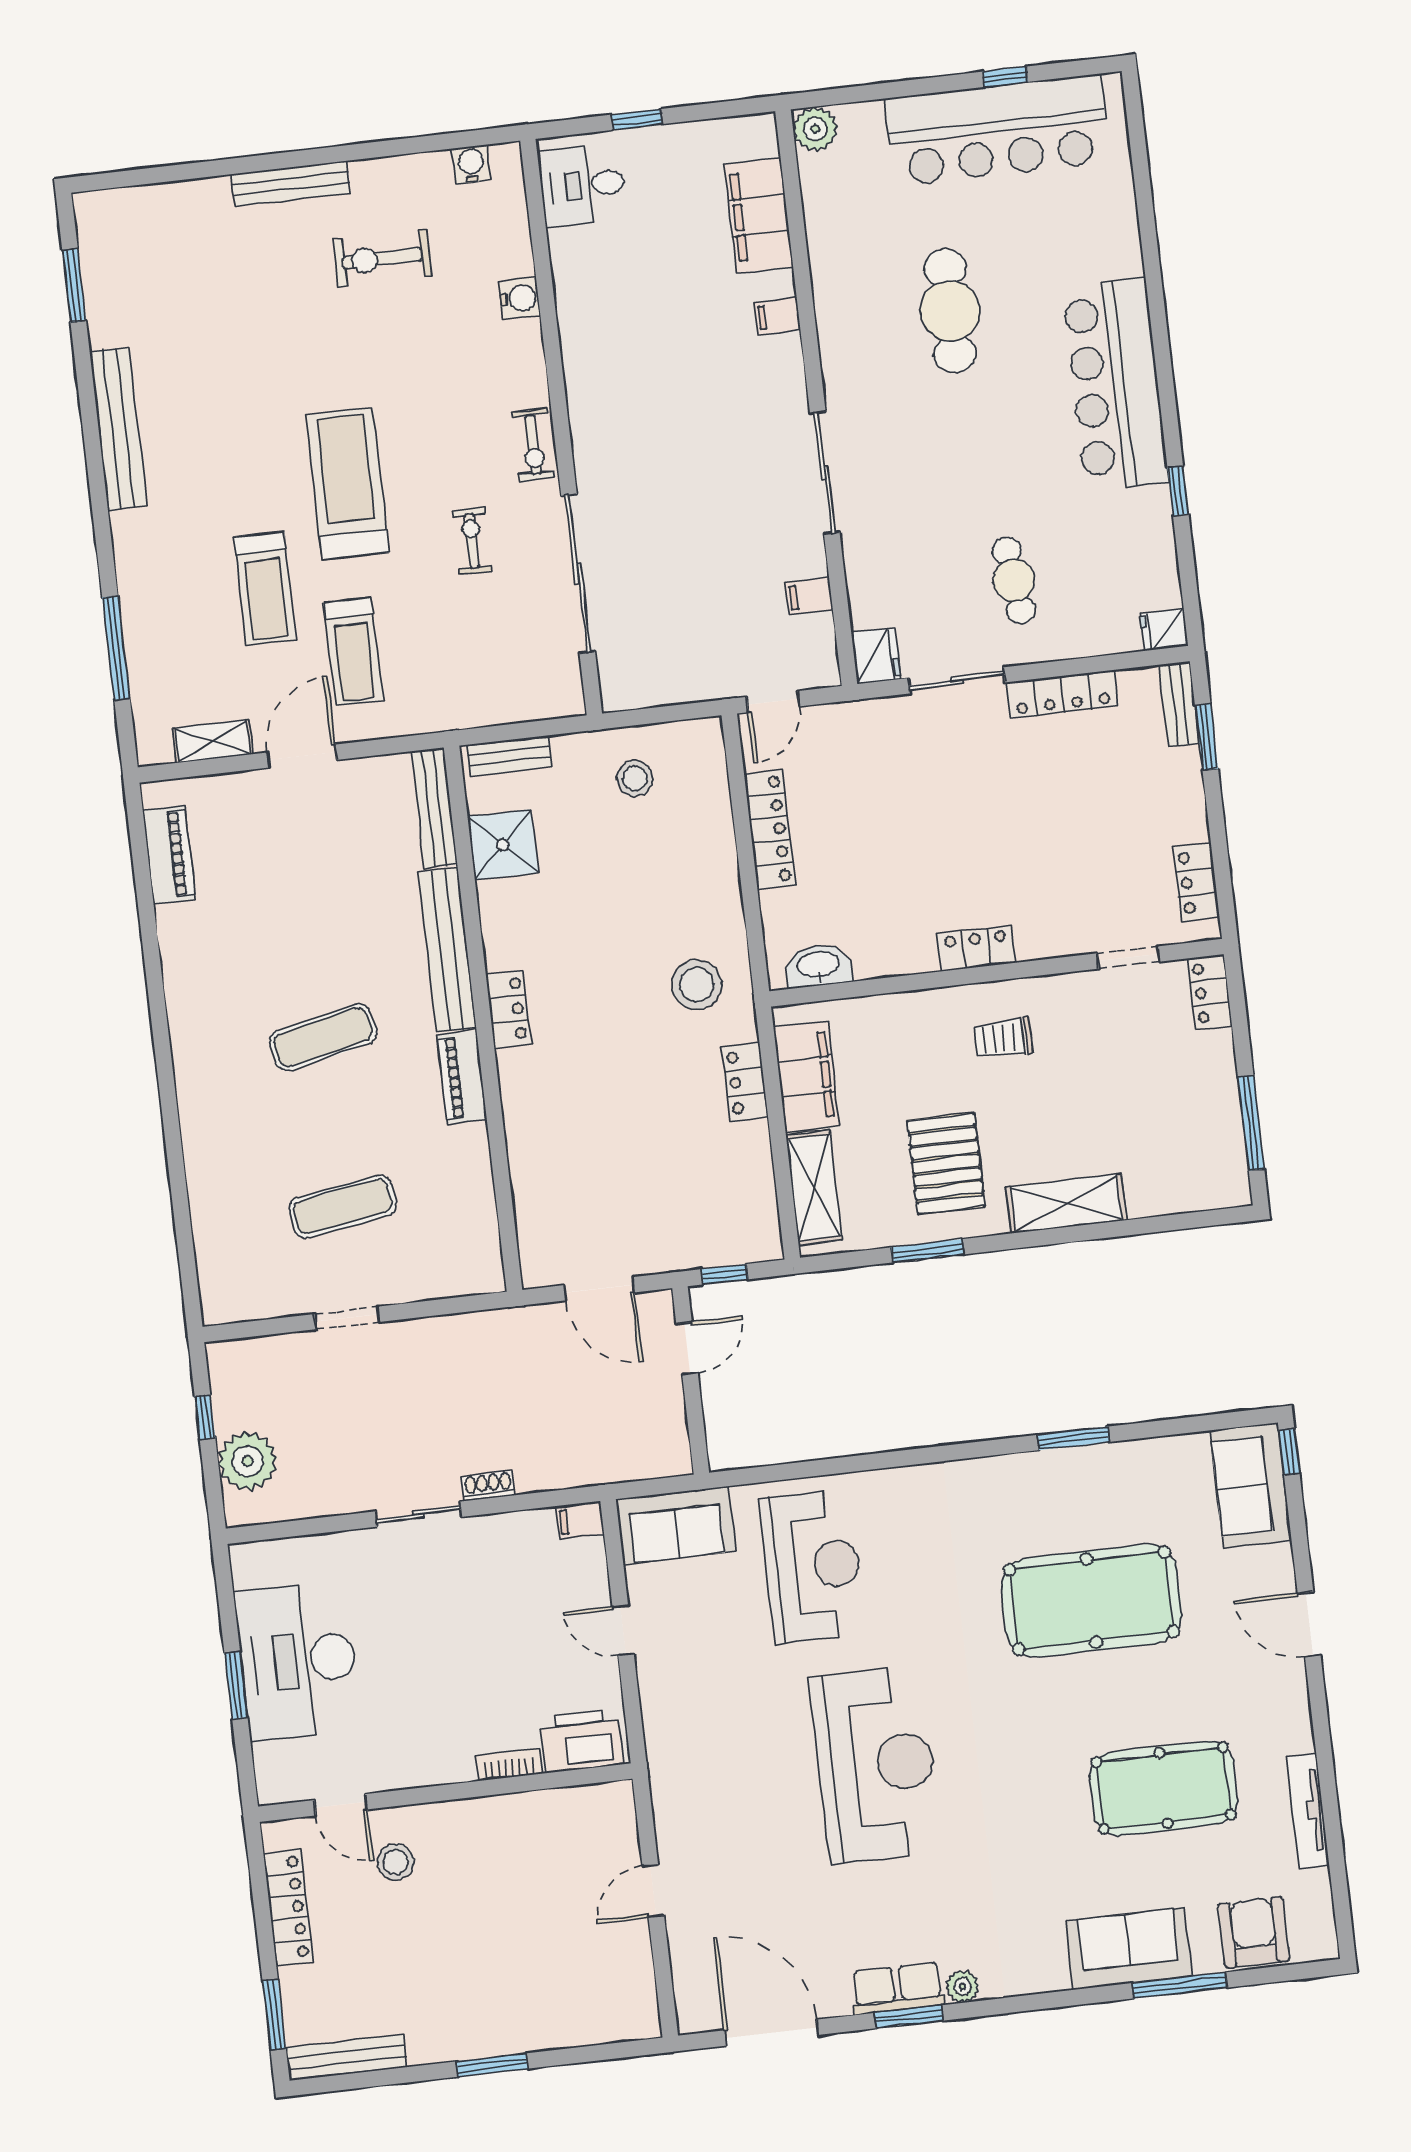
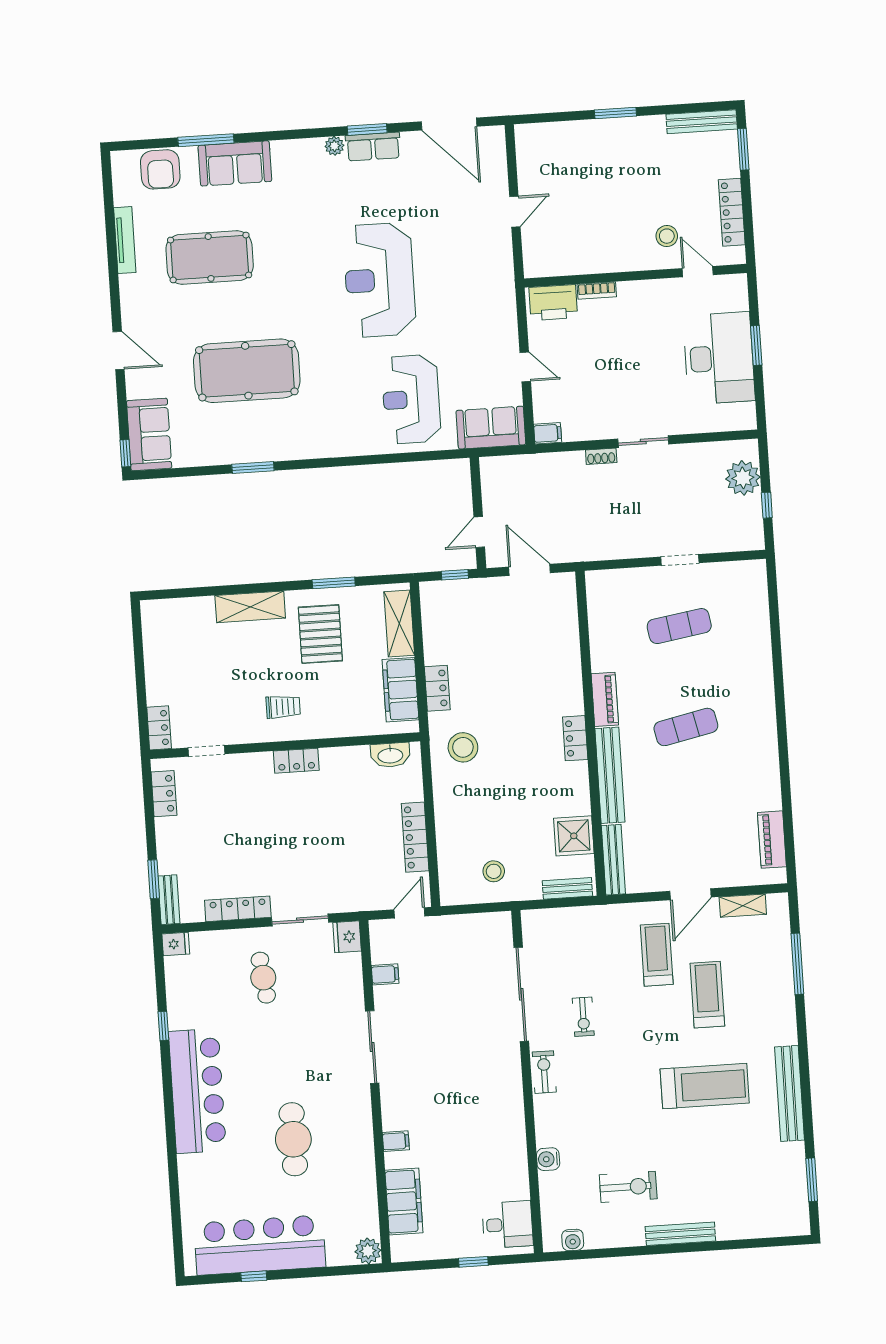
treadmill: (347, 483) -> (705, 1086), moved, turned -90
window: (1251, 1123) -> (138, 649), removed

